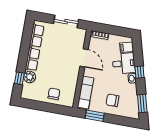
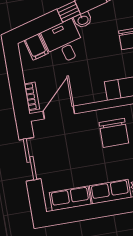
door: (84, 58) -> (59, 112), moved
chair: (64, 73) -> (114, 133), added

